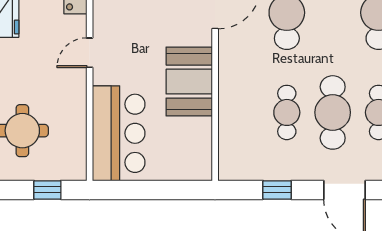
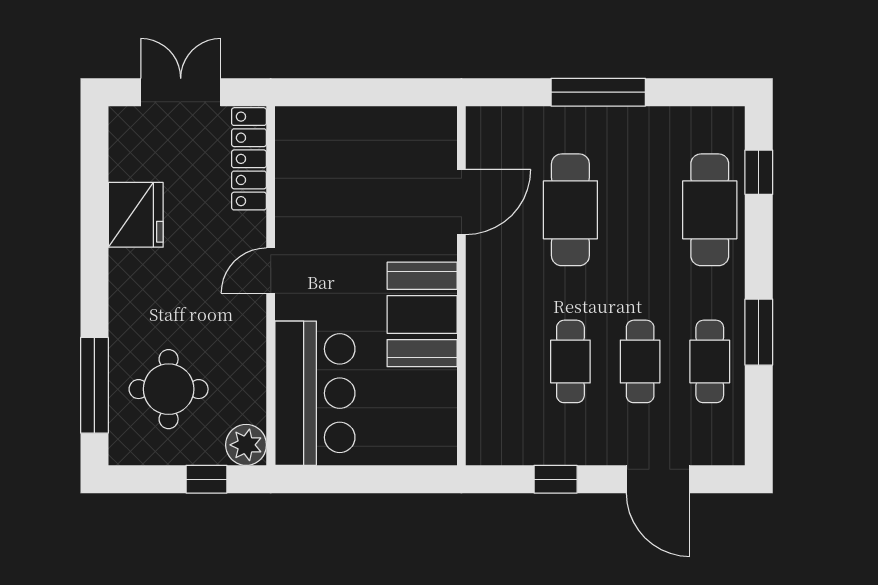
cafe table: (333, 112) -> (640, 361), width x0.73, depth x0.74
plant: (73, 167) -> (246, 445), added

